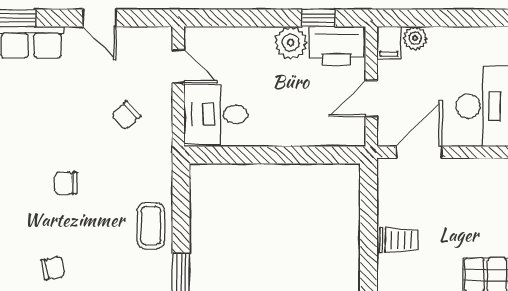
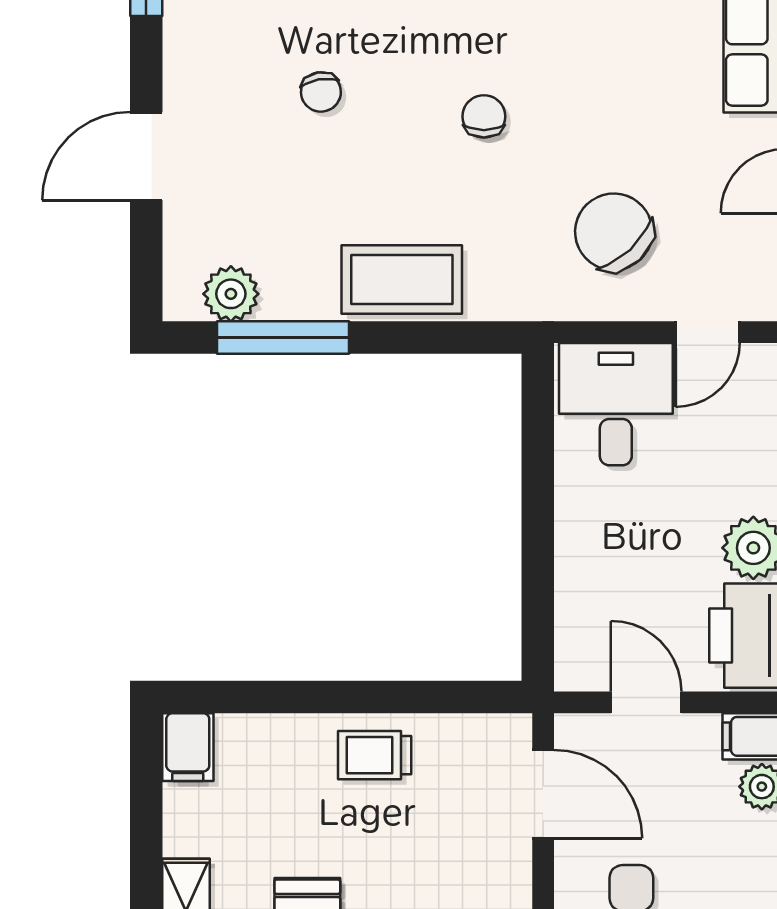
chair: (126, 115) -> (614, 232), width x1.87, depth x1.87
coffee table: (151, 226) -> (402, 280), width x1.36, depth x1.30
trolley: (399, 240) -> (375, 755), turned 90

